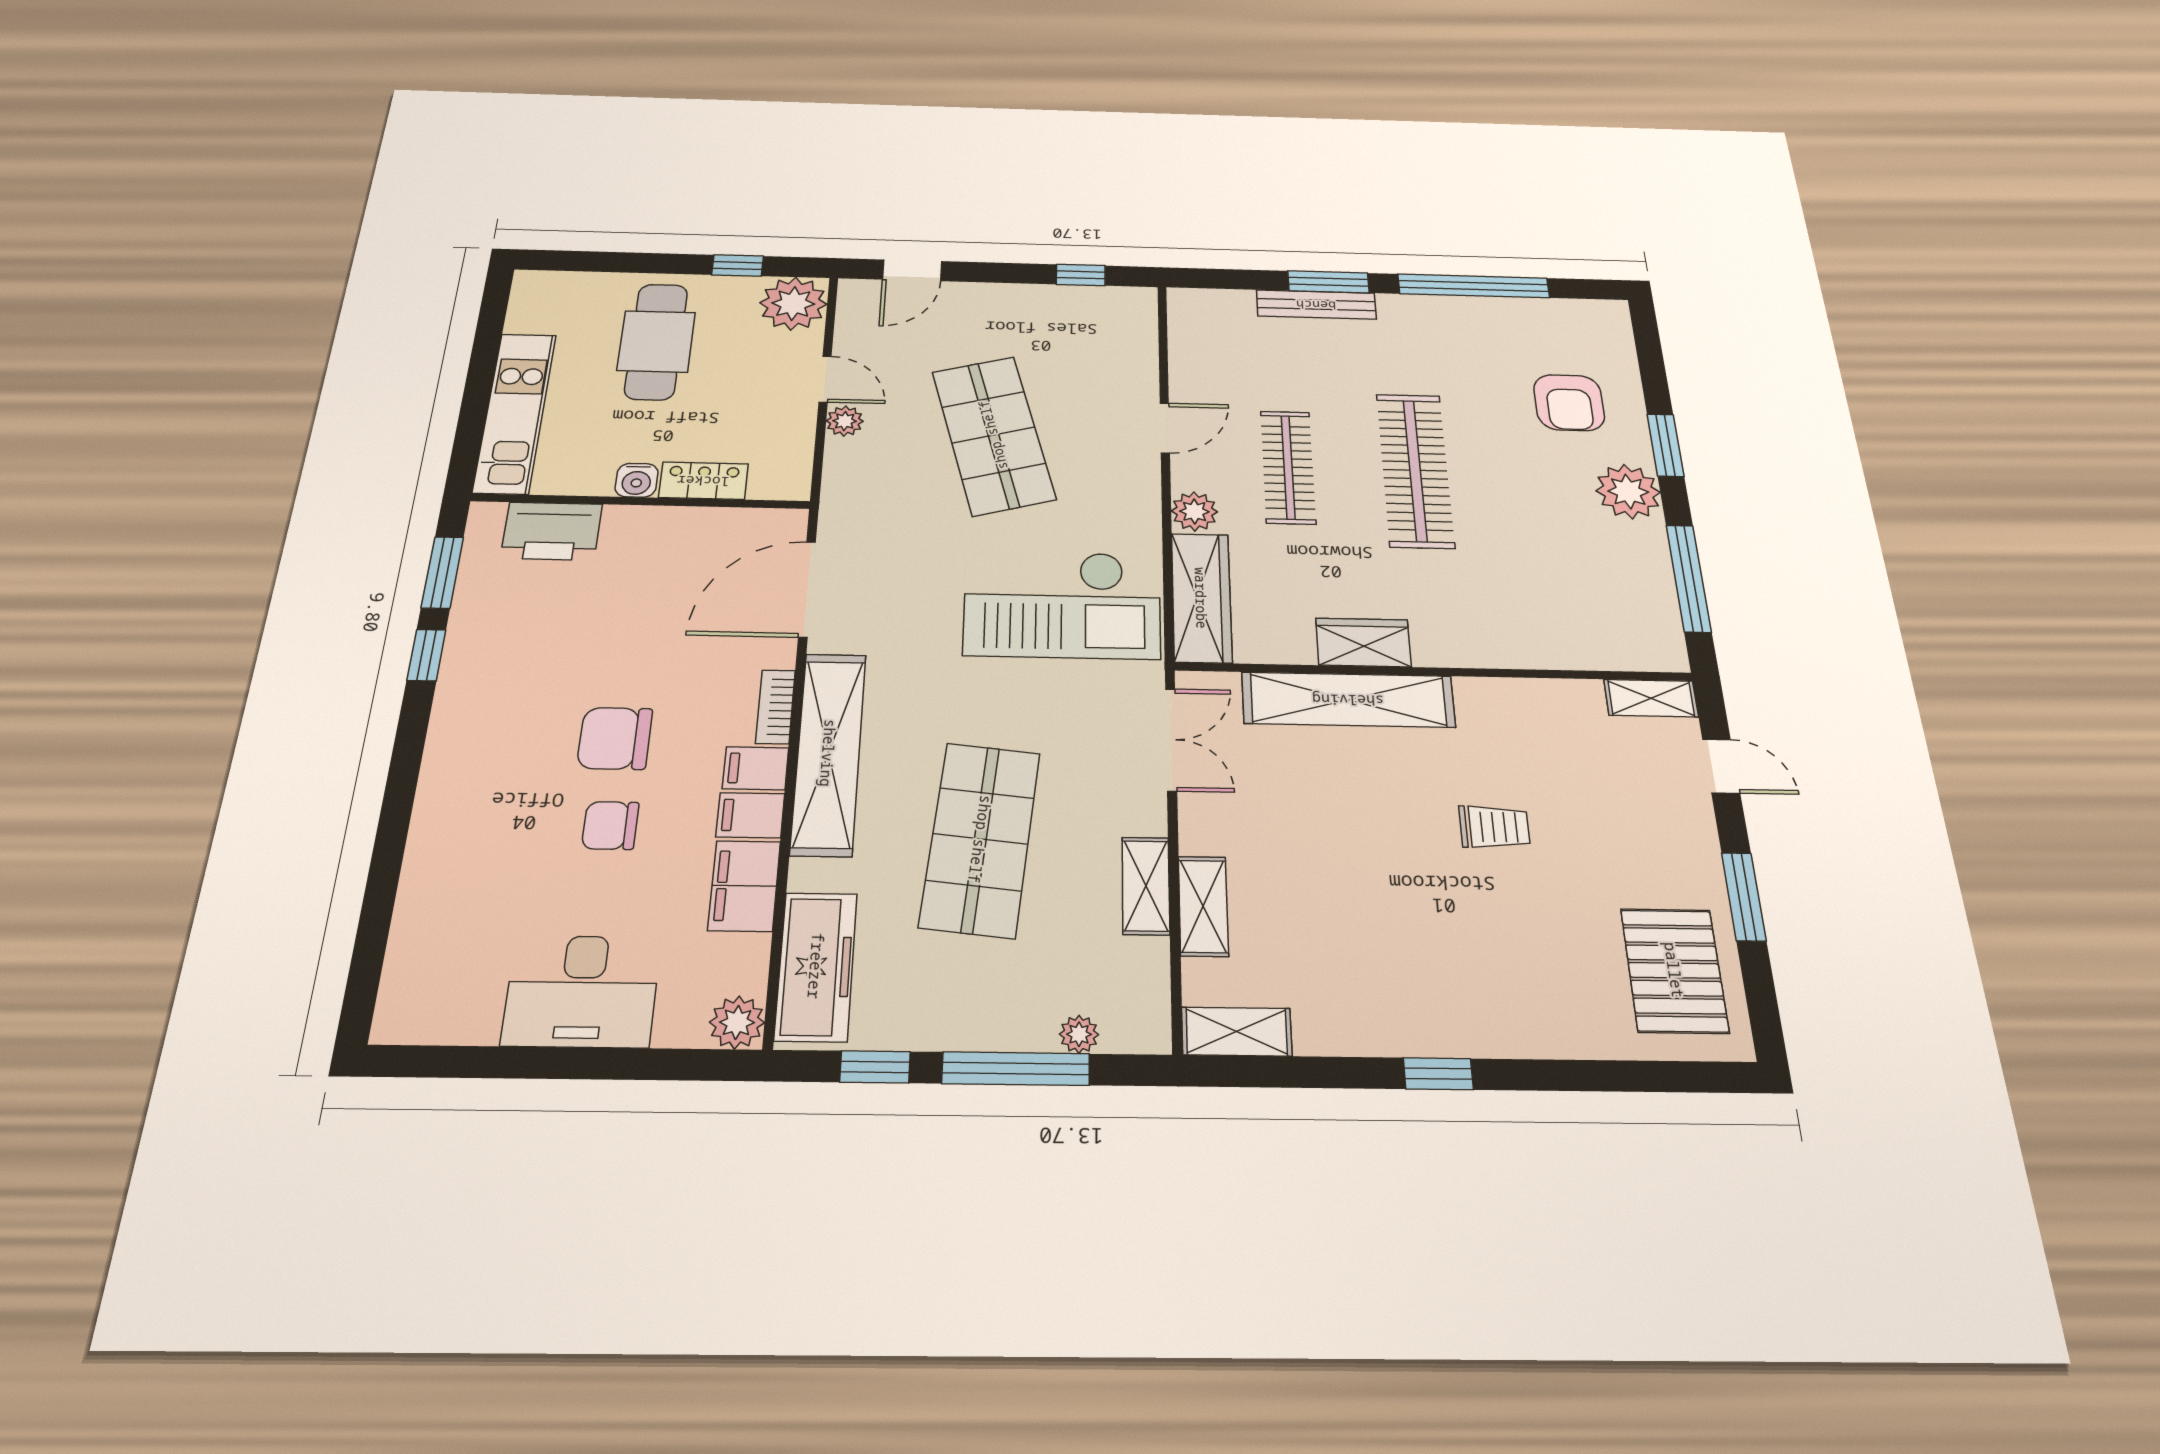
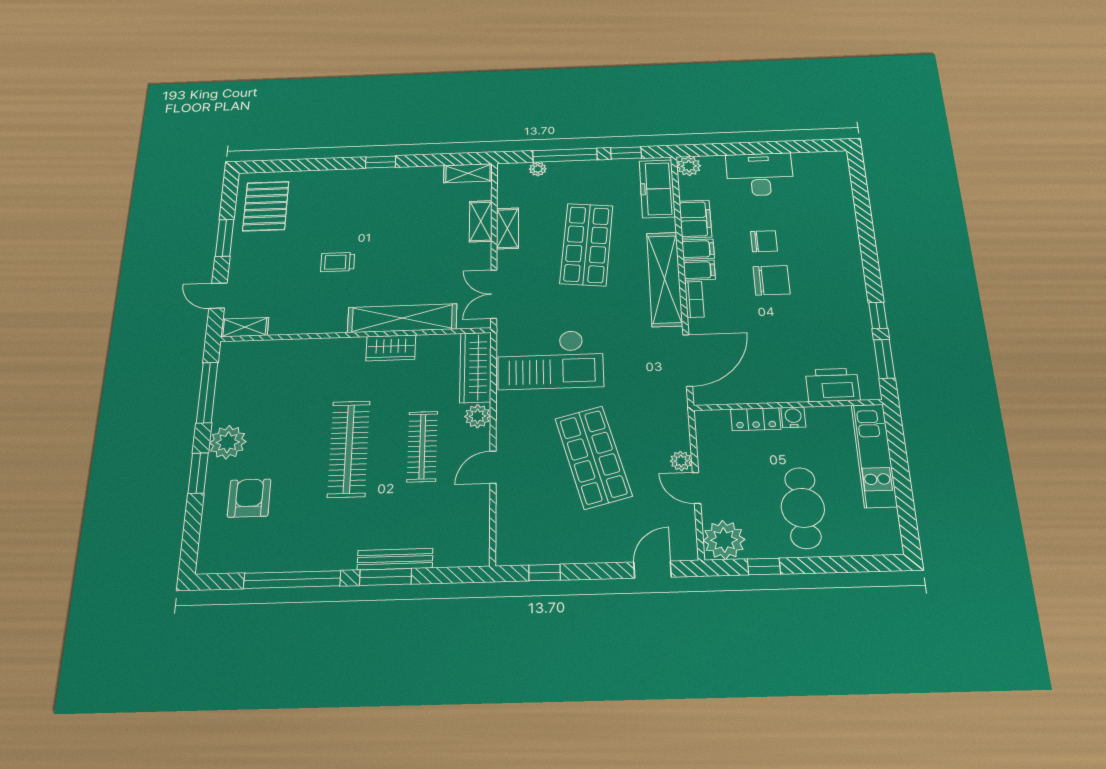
checkout: (1062, 604) -> (550, 360), turned 180

